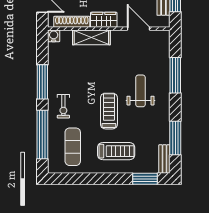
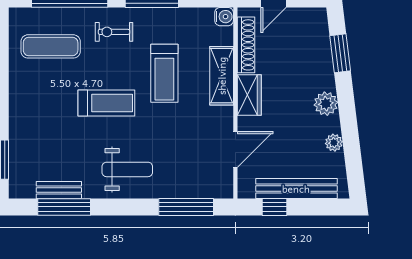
window: (175, 75) -> (186, 207), moved
weight bench: (141, 91) -> (127, 169), moved
treadmill: (116, 151) -> (164, 73), moved
bench: (164, 159) -> (59, 190), moved

